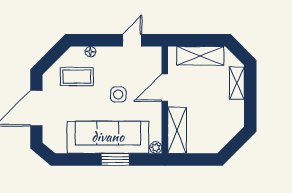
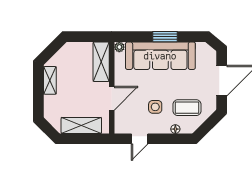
shelving: (237, 83) -> (50, 80), moved
side table: (118, 95) -> (155, 107), moved
window: (115, 159) -> (165, 37), moved

